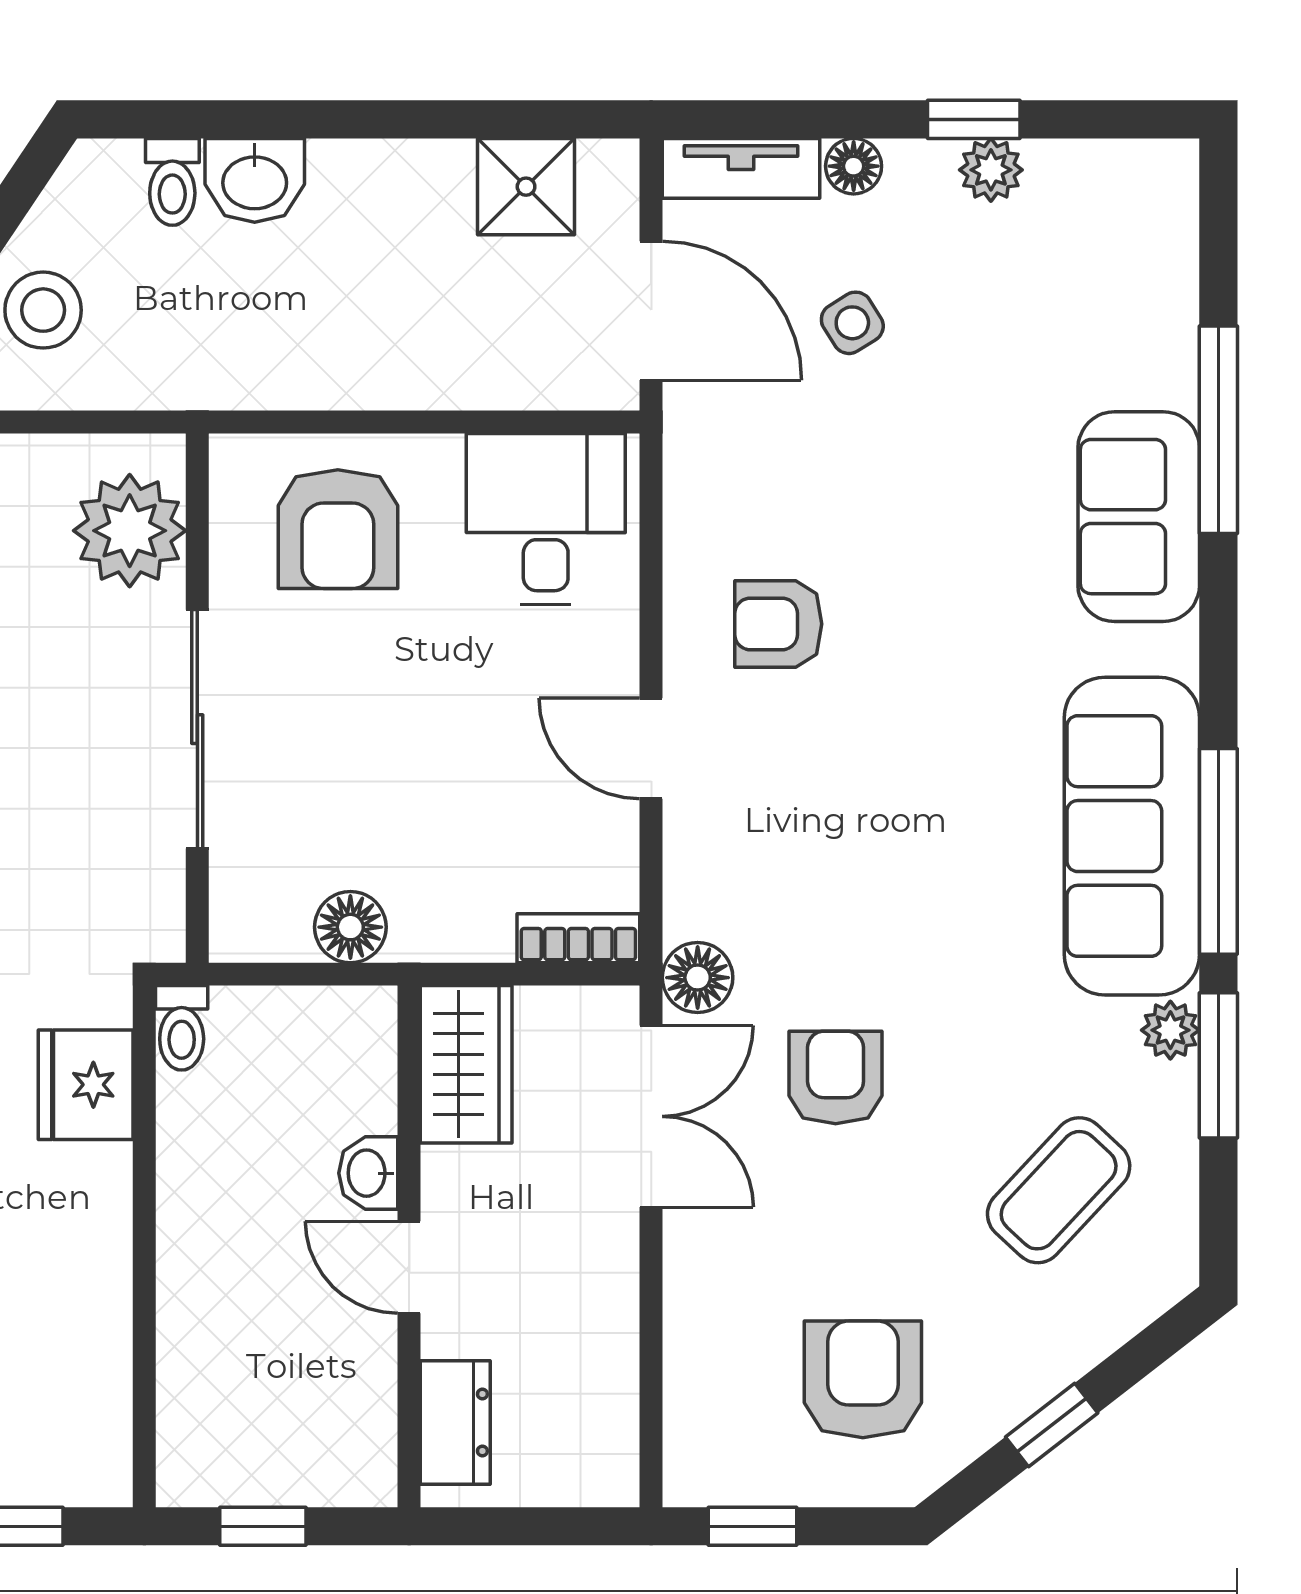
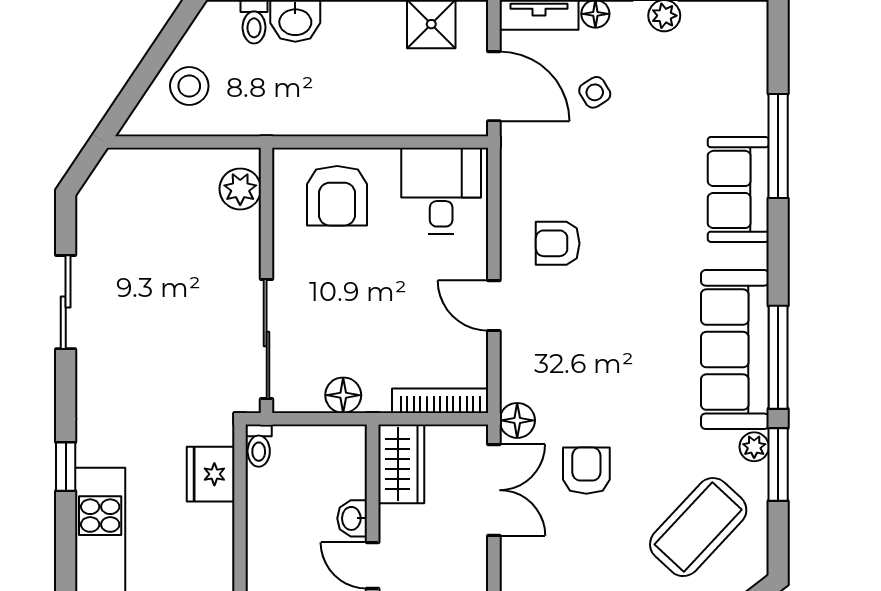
plant: (130, 531) -> (240, 189), width x0.73, depth x0.73
sliding door: (197, 729) -> (267, 339), moved
bookcase: (578, 938) -> (440, 401), width x1.56
coffee table: (1059, 1190) -> (698, 527), width x1.36, depth x1.32

